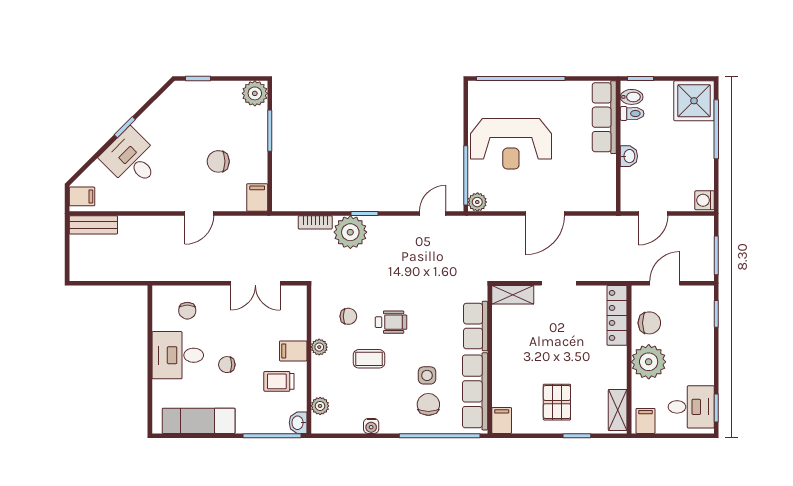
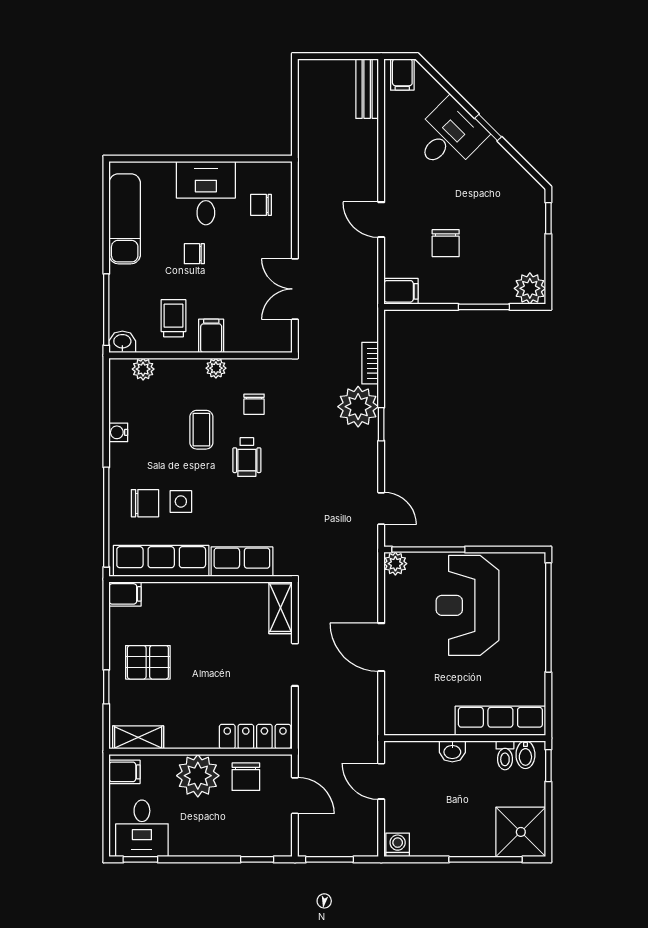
chair: (218, 161) -> (446, 243), turned 180
chair: (227, 365) -> (194, 254), turned -90

